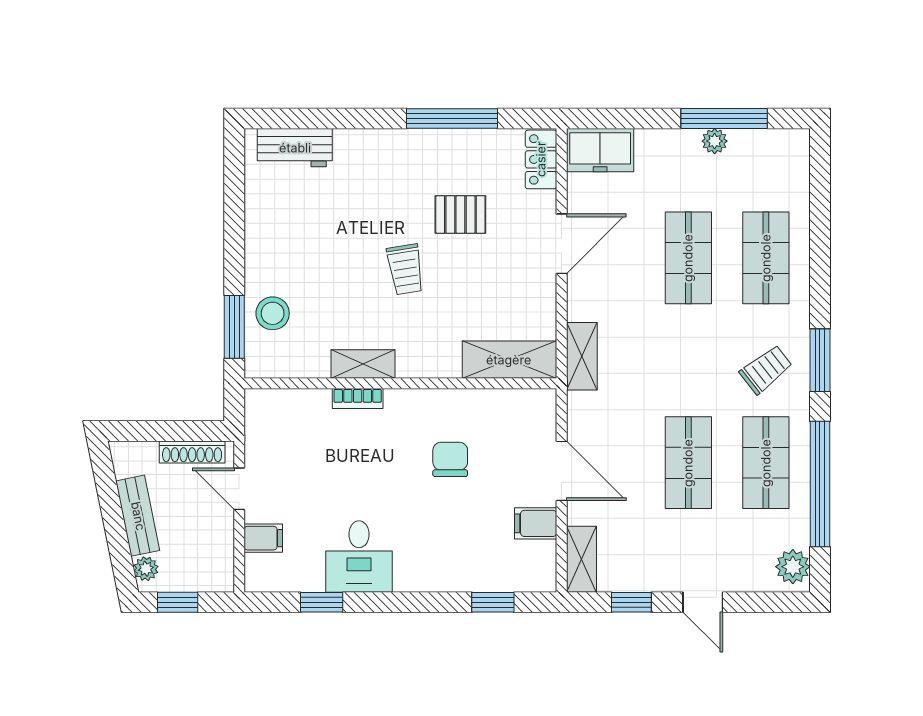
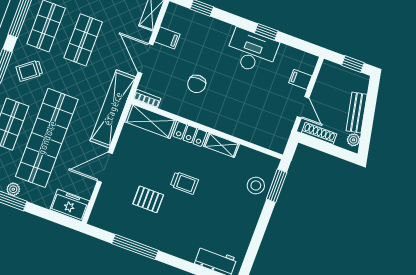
locker: (541, 159) -> (190, 134), moved, turned 90
shop shelf: (688, 258) -> (47, 138), width x2.00, depth x1.36
trolley: (405, 269) -> (184, 183), turned 99
shelving: (582, 356) -> (113, 109), width x2.20, depth x1.33
bookcase: (358, 398) -> (147, 99), moved
desk: (359, 556) -> (252, 51), width x1.37
plant: (146, 569) -> (353, 140), moved
window: (322, 602) -> (266, 32), moved

